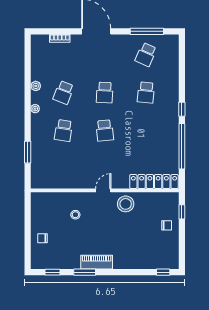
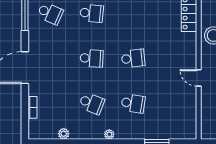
plant: (36, 86) -> (64, 134), moved
door: (103, 190) -> (199, 78), moved

